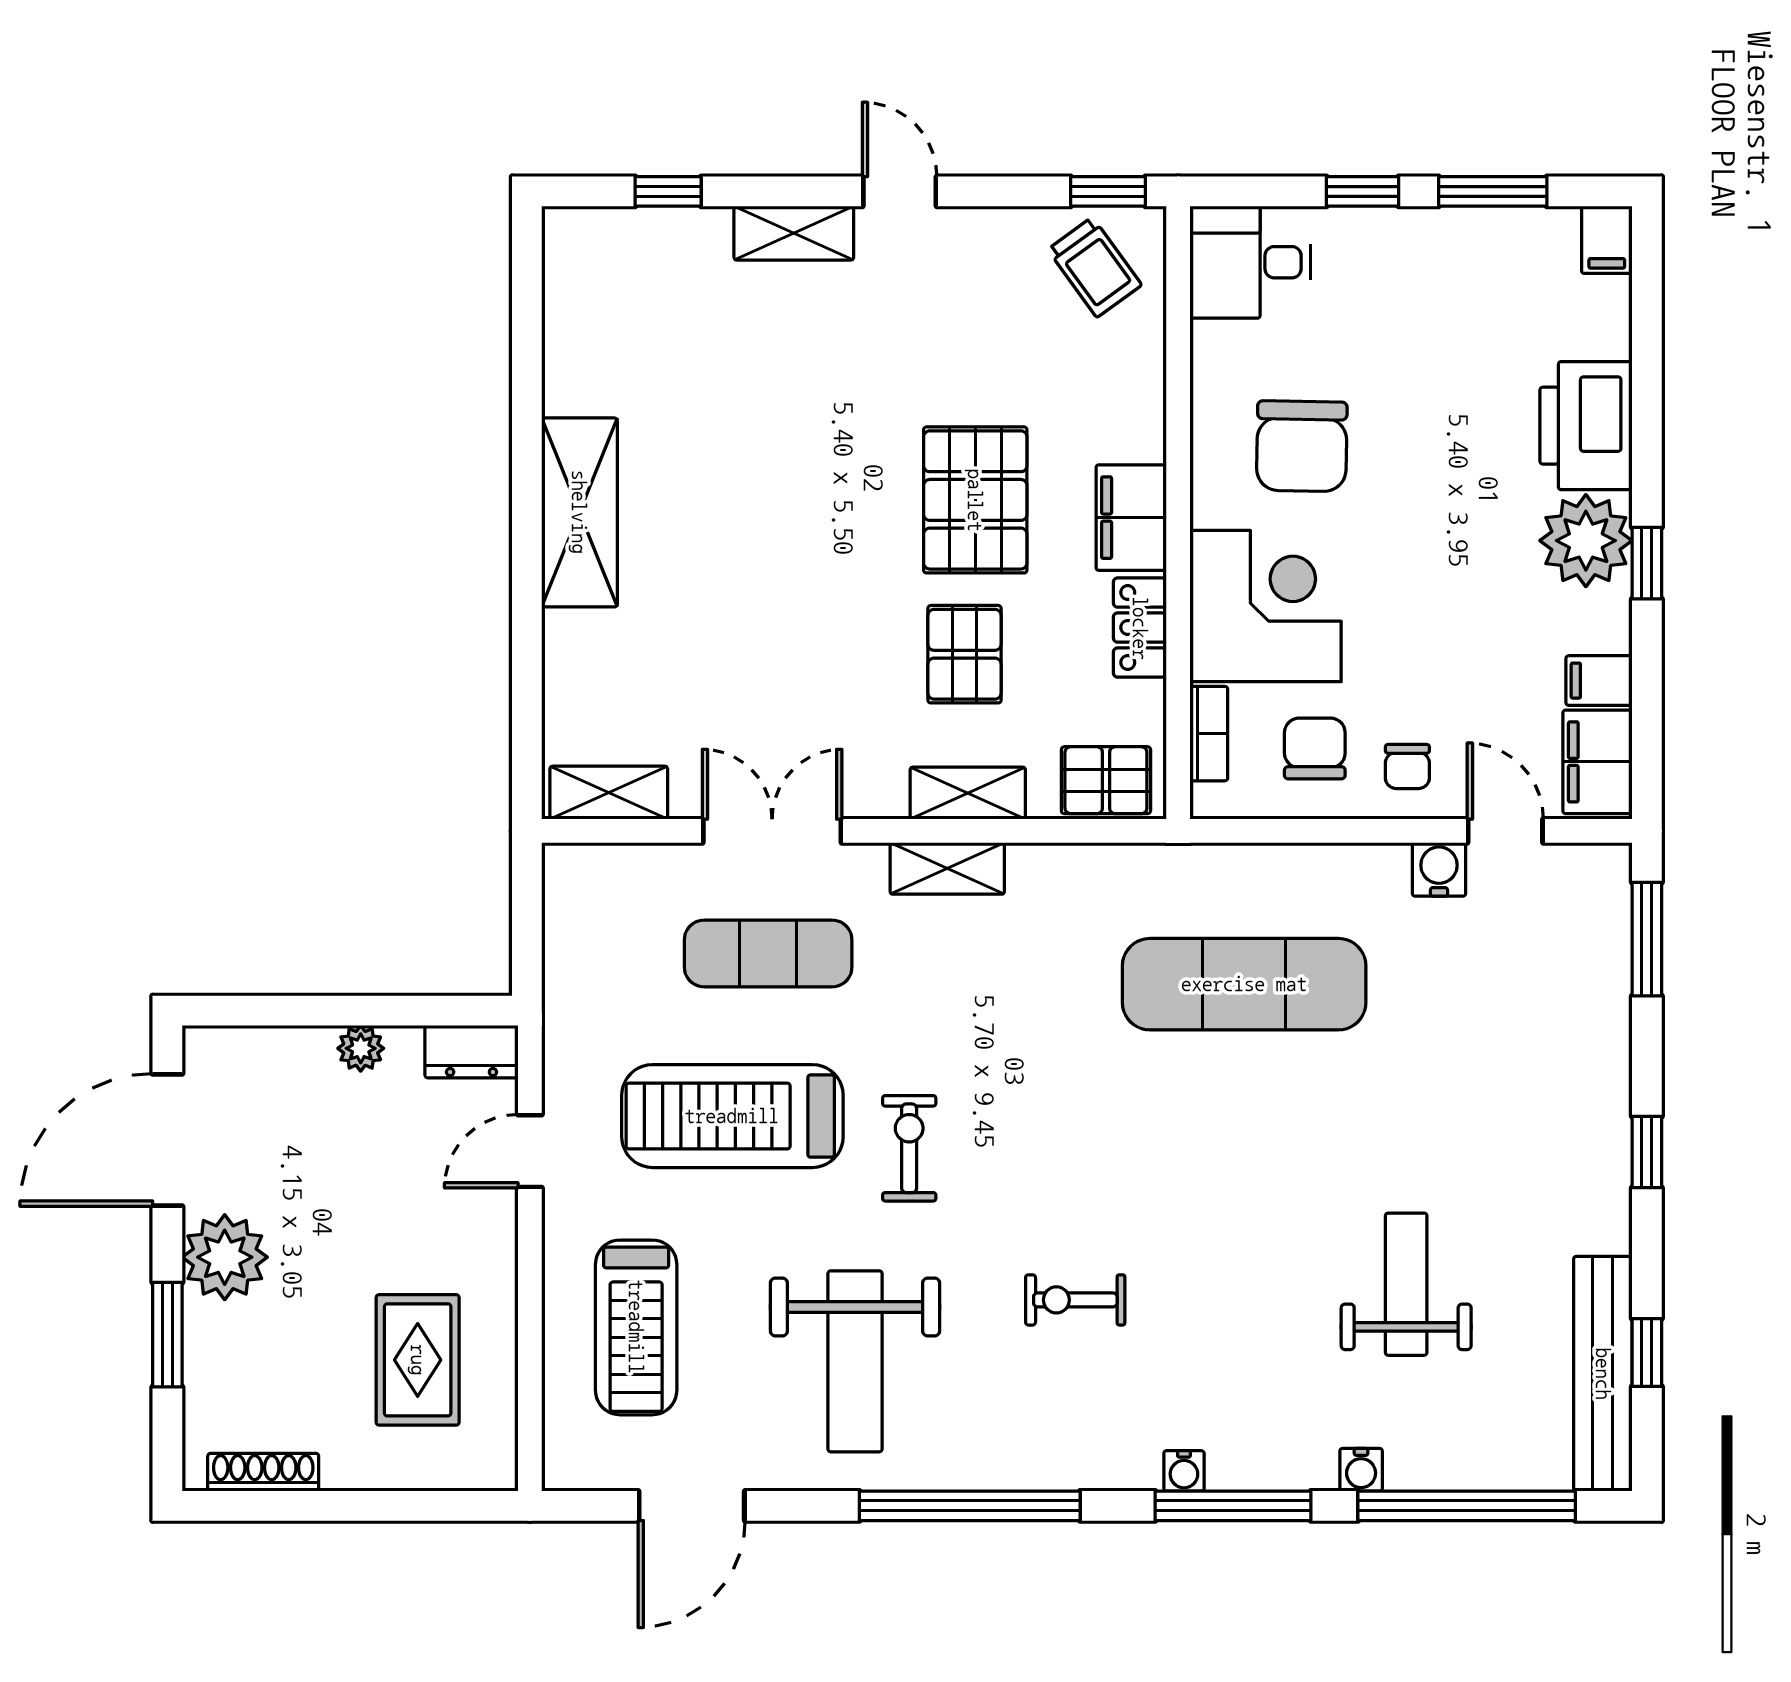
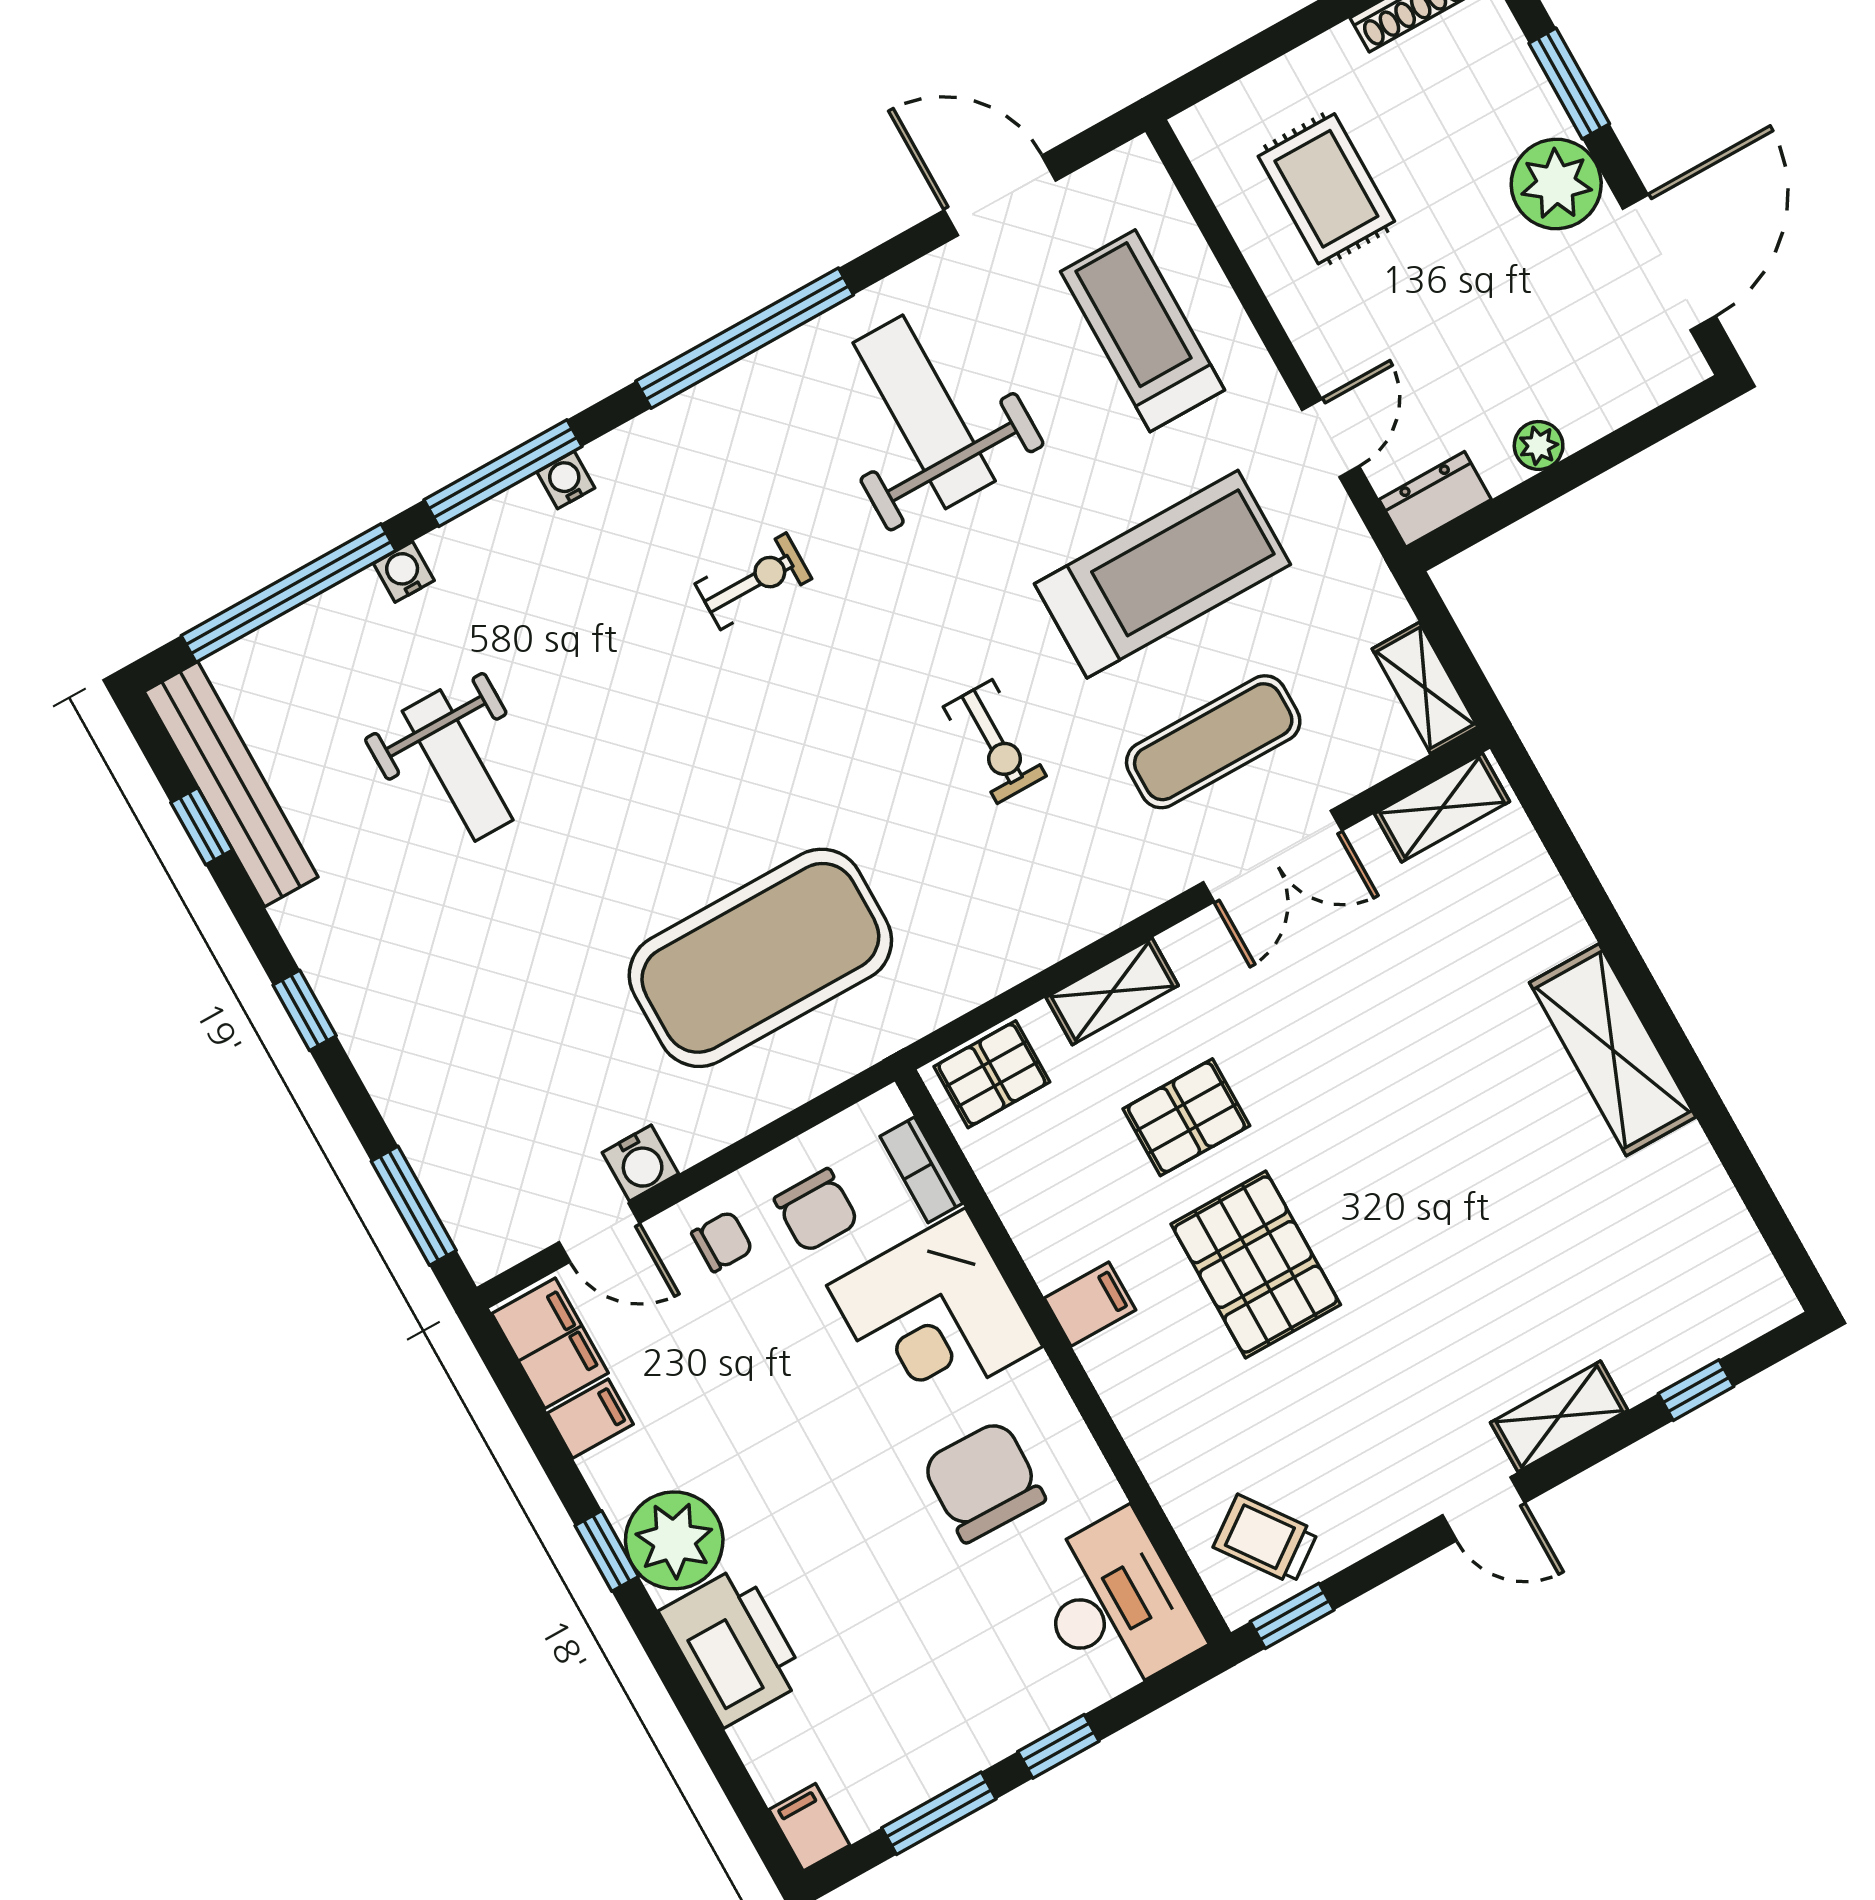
desk: (1250, 262) -> (1114, 1605), width x1.37
filing cabinet: (1131, 518) -> (1090, 1304), width x0.50
locker: (1140, 628) -> (1039, 1232), removed
pallet: (964, 654) -> (1186, 1117), turned 90
chair: (1407, 766) -> (722, 1241), turned 90
shelving: (947, 868) -> (1425, 688), moved, turned 90
exercise mat: (1244, 984) -> (760, 958), width x1.47
exercise bike: (909, 1148) -> (995, 741), moved
door: (692, 1506) -> (1000, 195), hinge flipped

